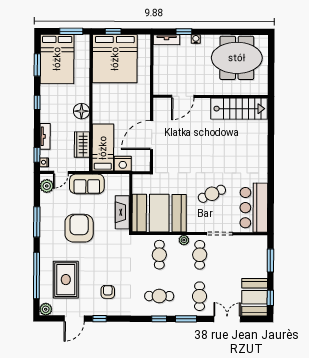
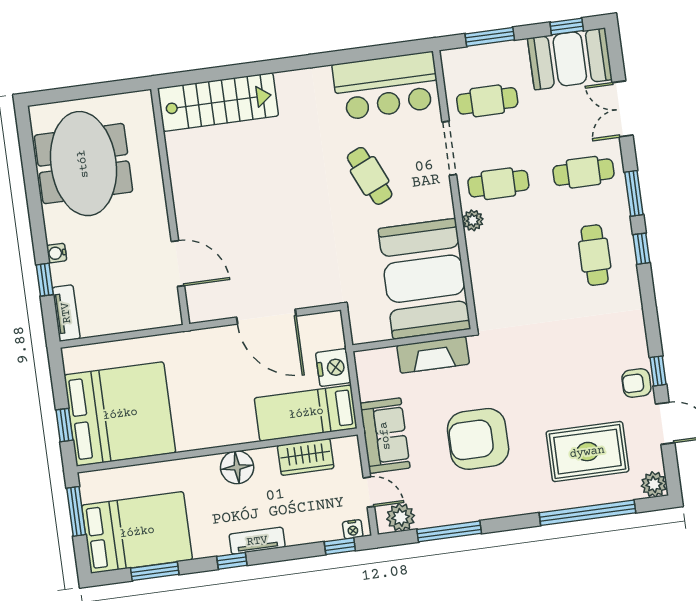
stairs: (239, 109) -> (218, 102), moved, turned 90
tv unit: (45, 136) -> (257, 541), moved
window: (37, 222) -> (449, 531), moved
cafe table: (159, 255) -> (487, 101), moved
armchair: (108, 292) -> (636, 383), moved

